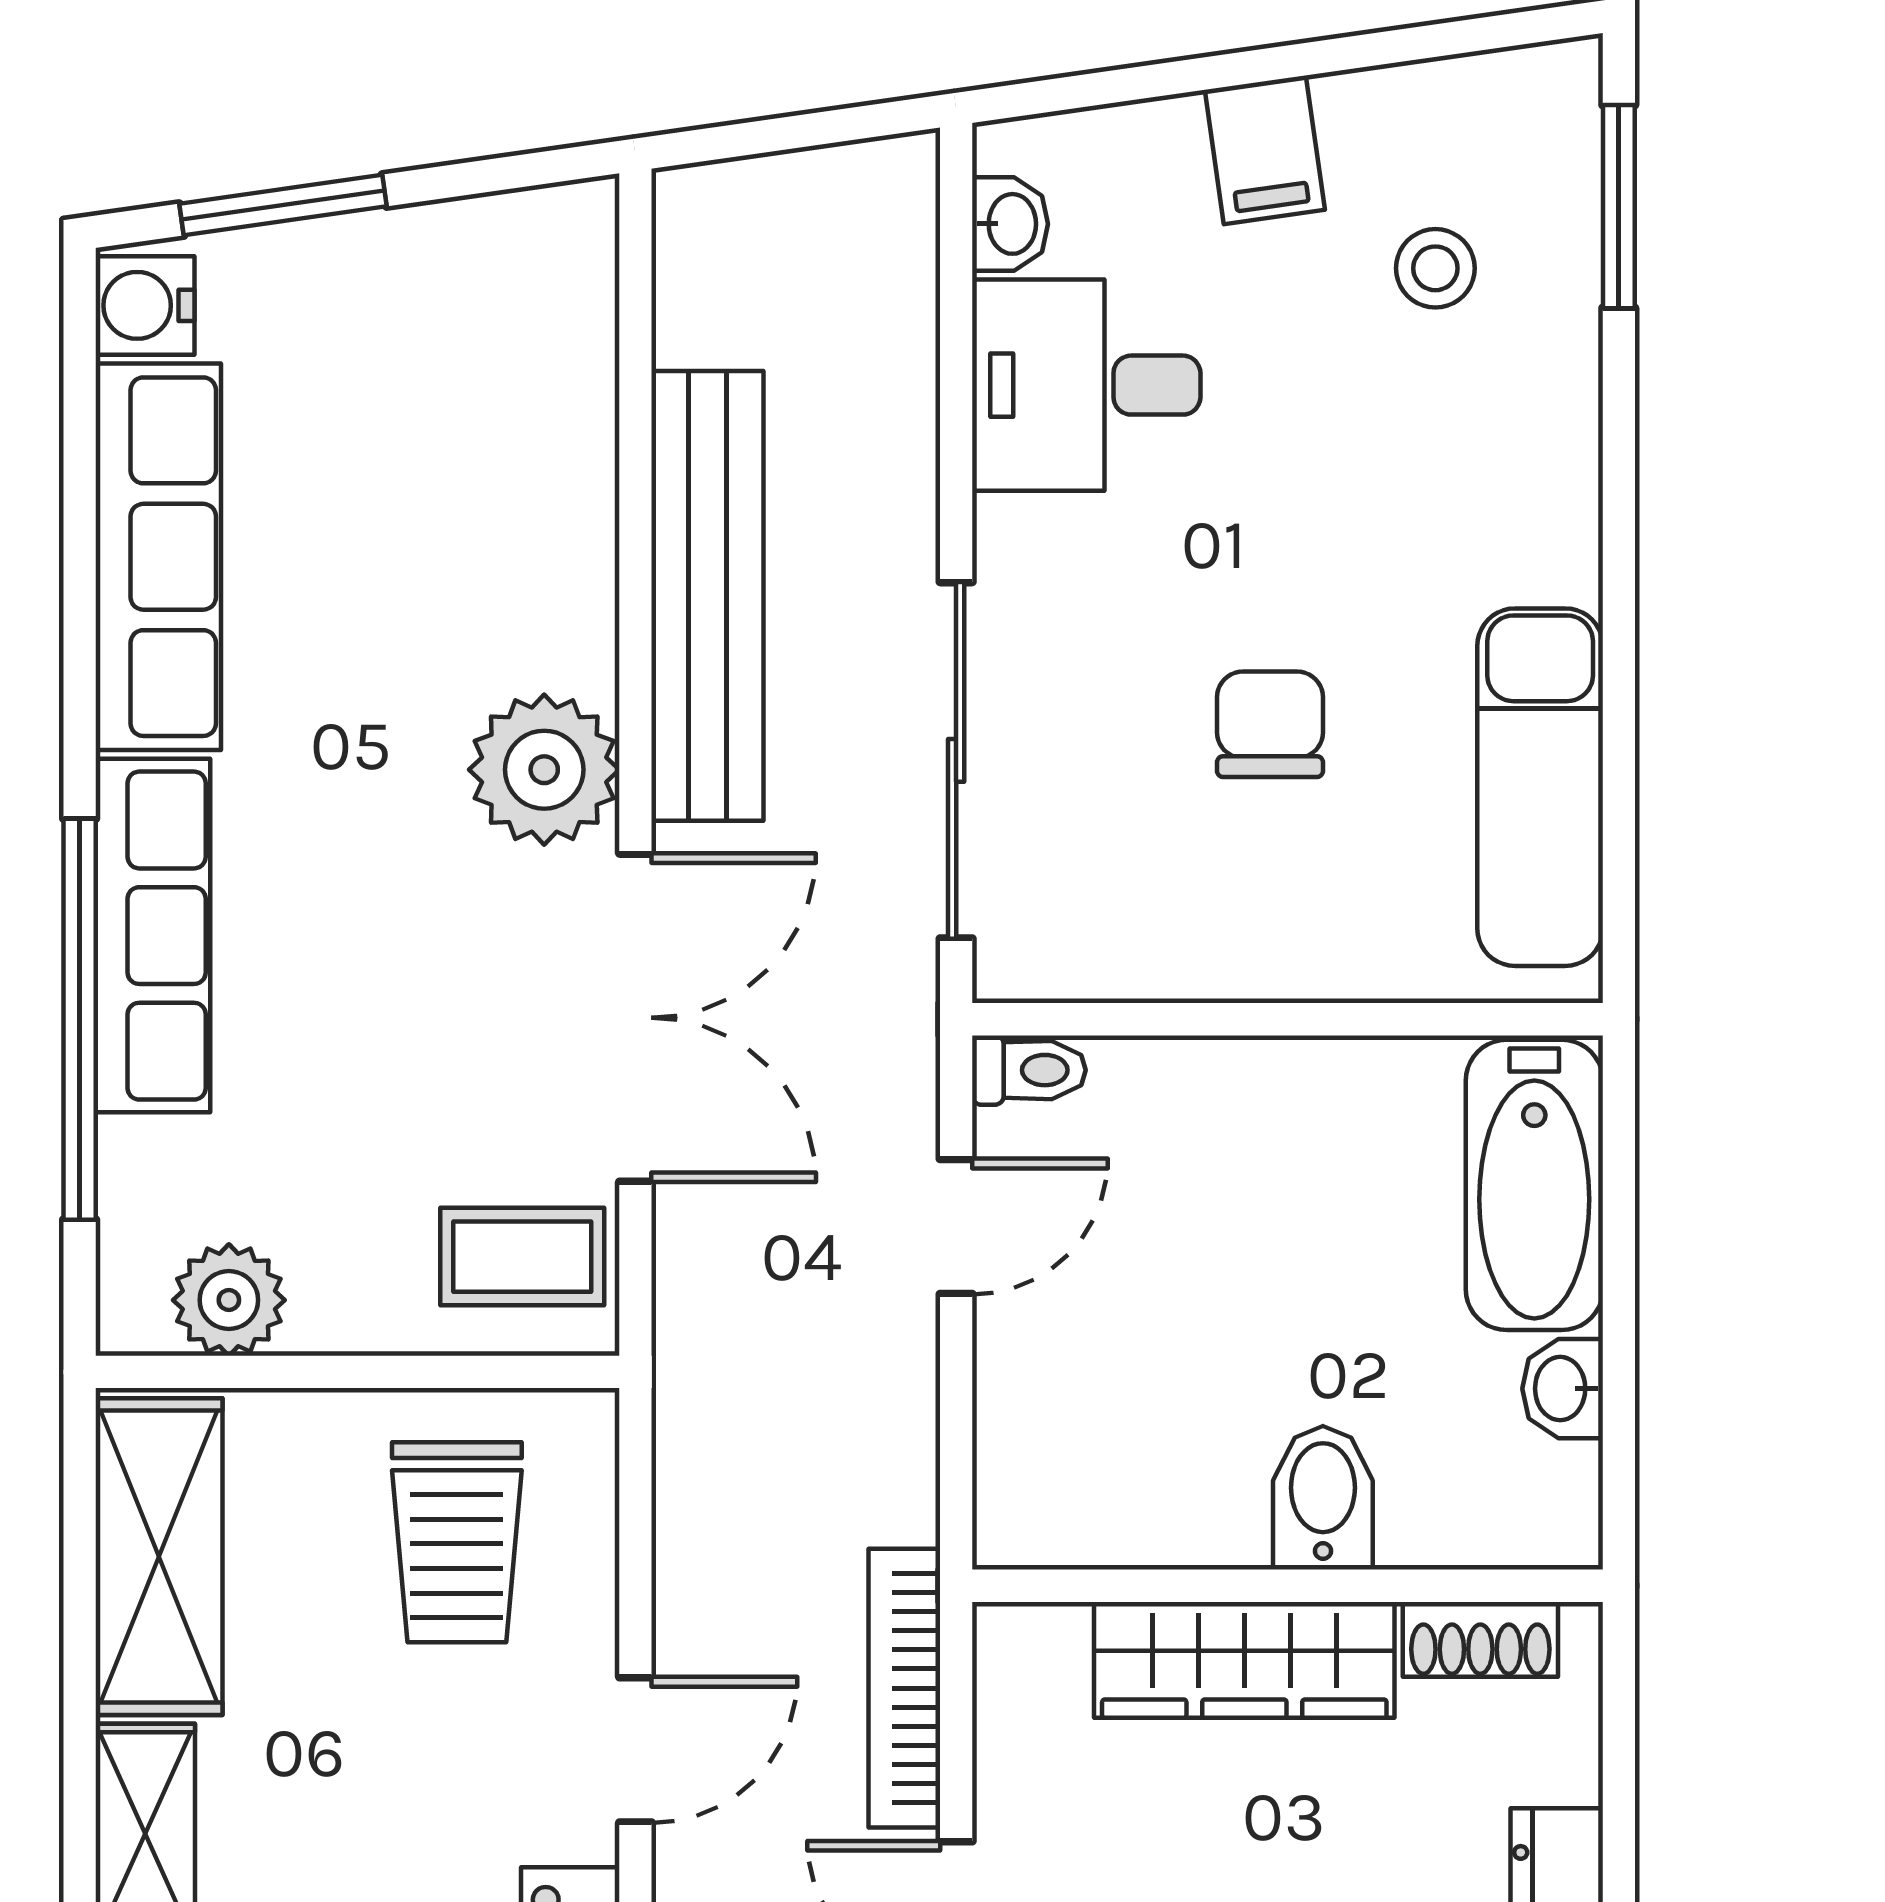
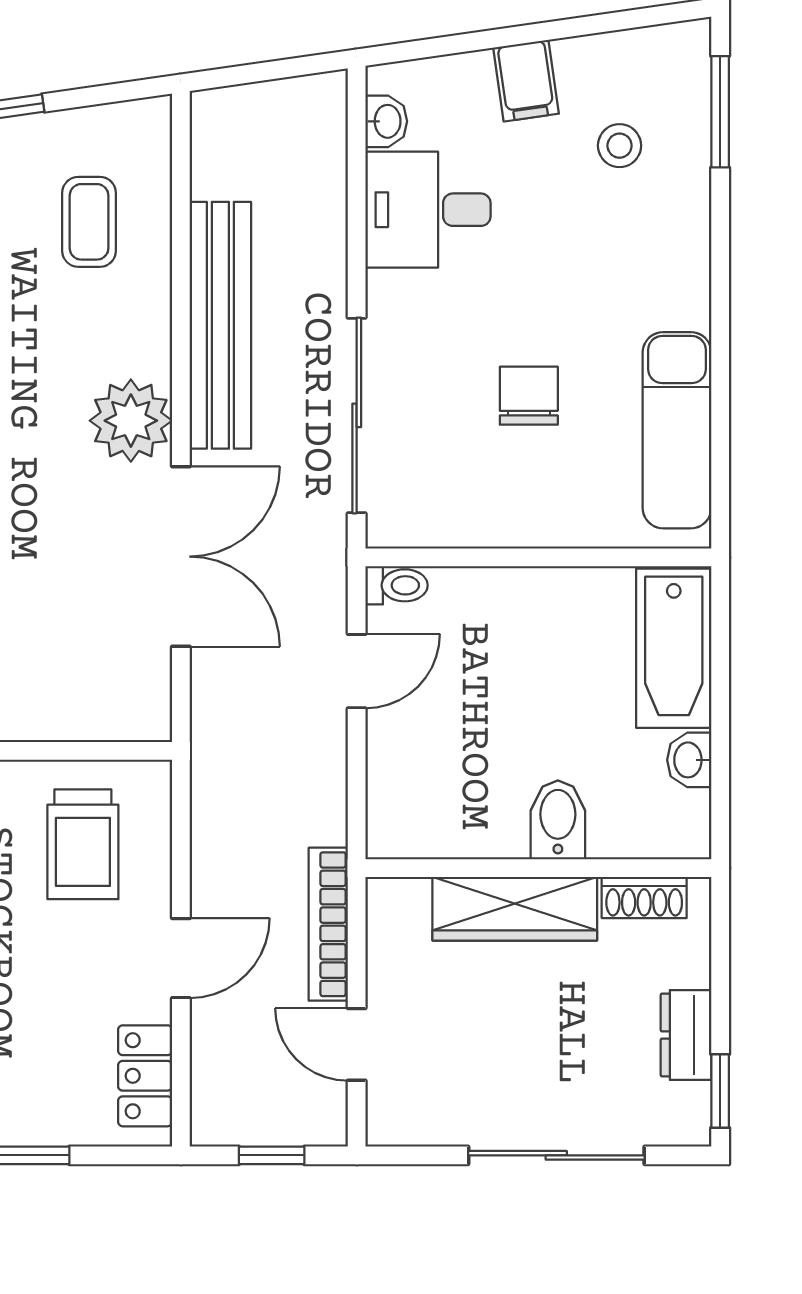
coffee table: (522, 1257) -> (89, 222), moved, turned 90

